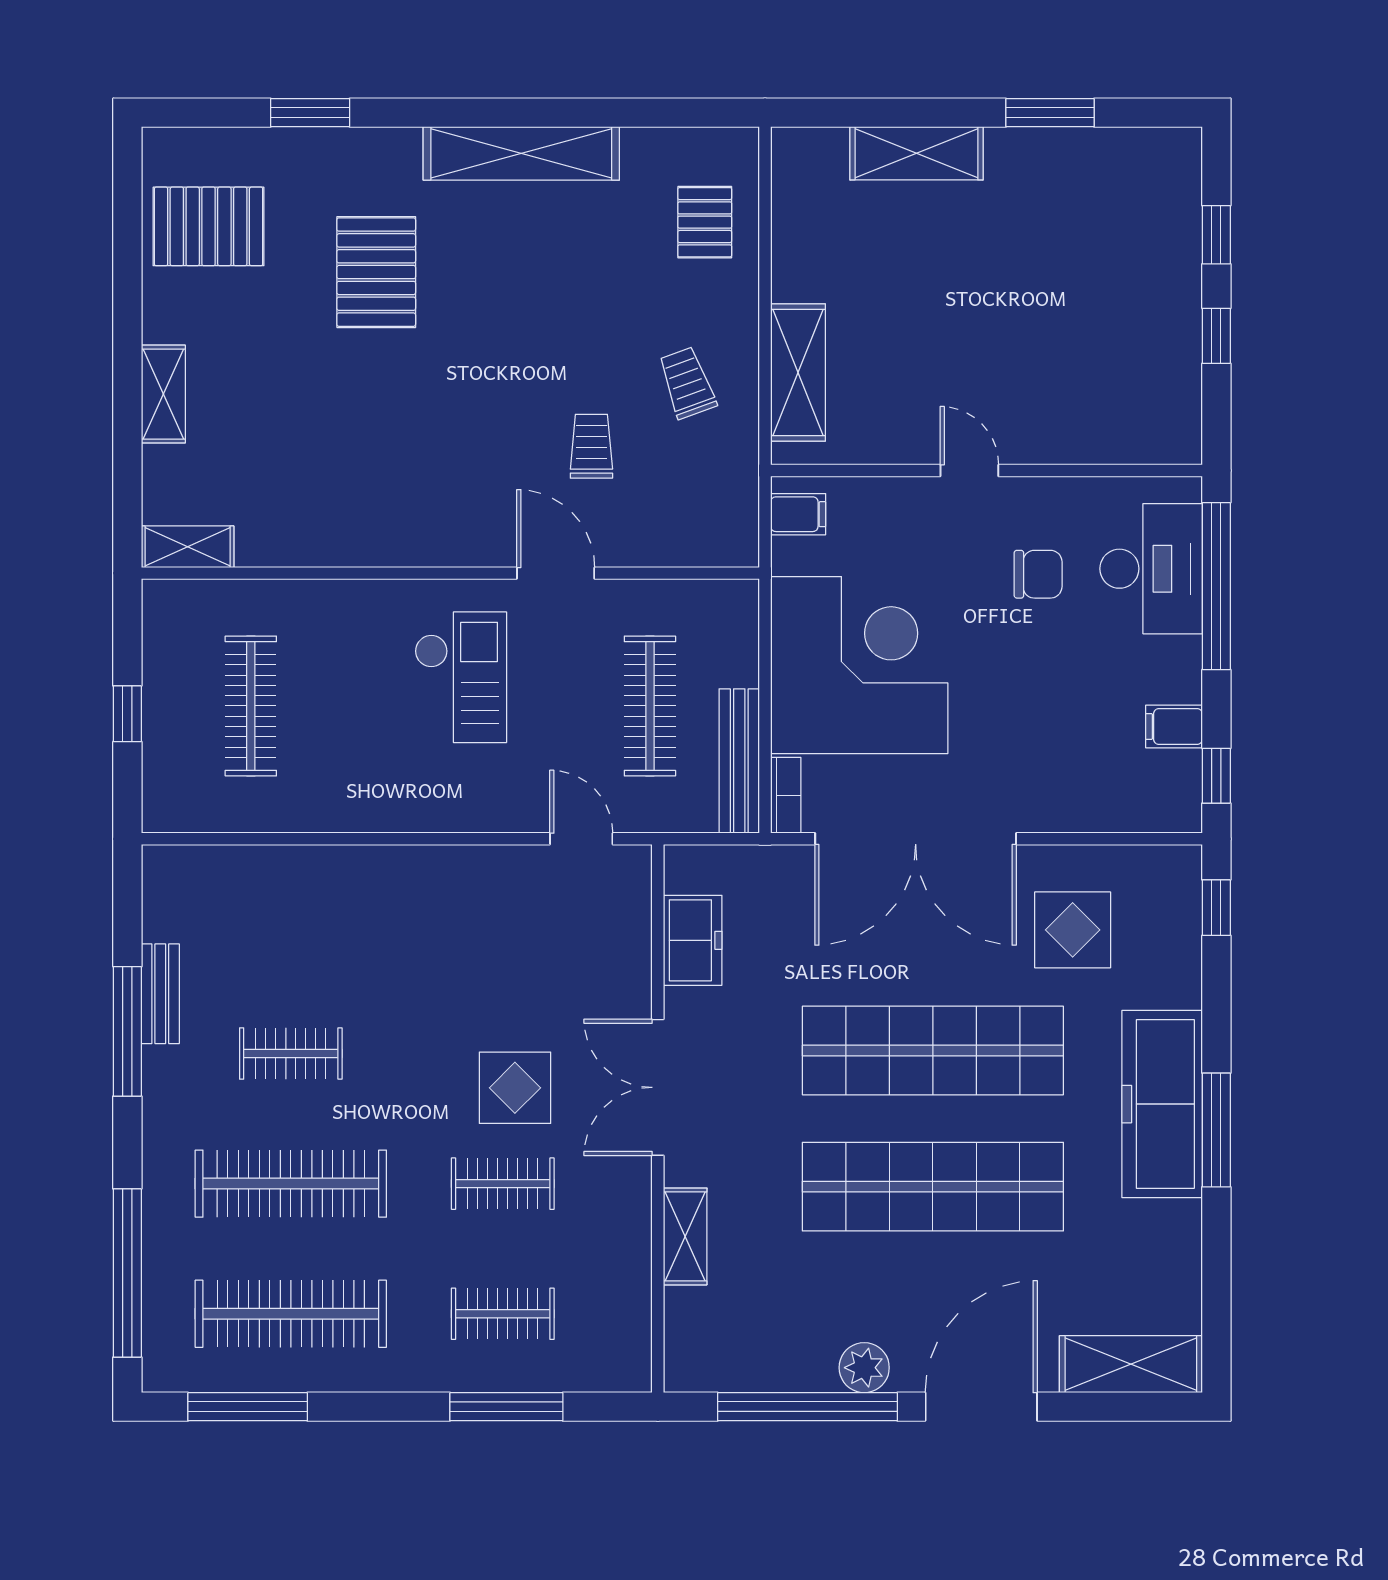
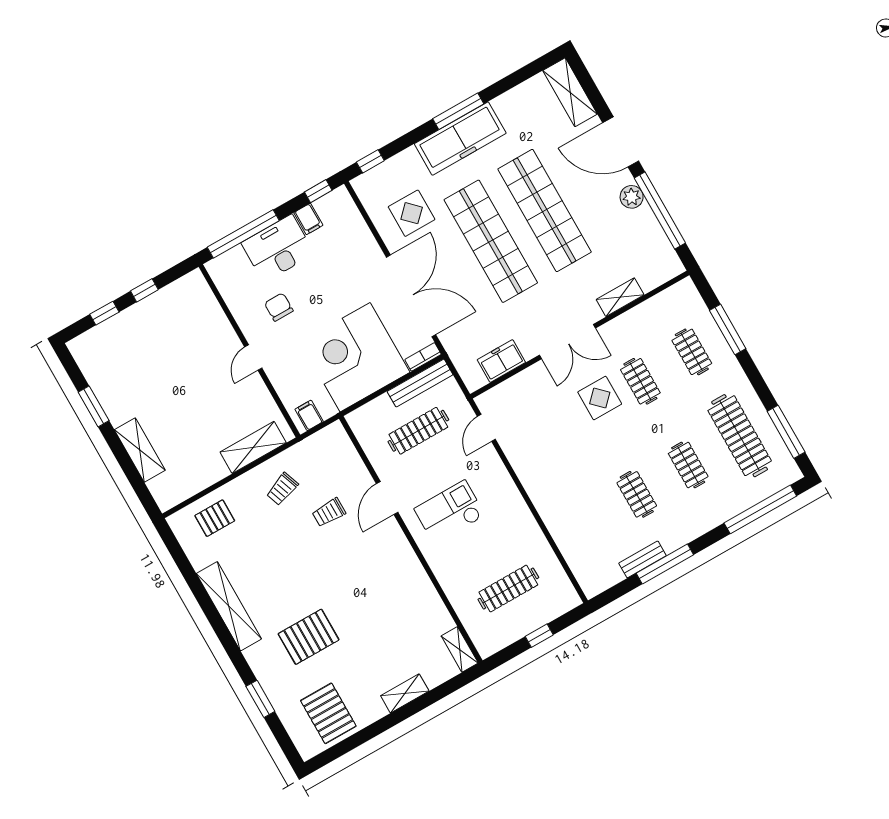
desk: (1151, 569) -> (278, 248), moved
clothes rail: (291, 1184) -> (688, 465), width x0.54, depth x0.76

